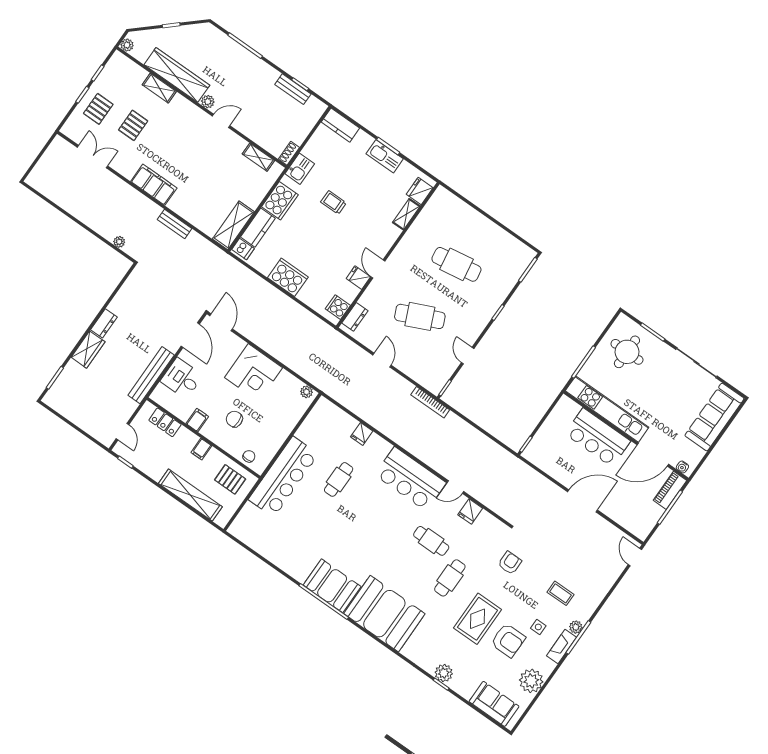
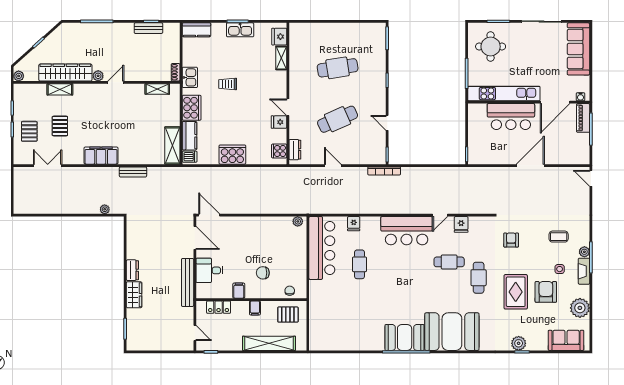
corner desk: (254, 373) -> (254, 233), removed
bar counter: (283, 477) -> (322, 248), moved
armchair: (508, 640) -> (546, 292), turned -90

